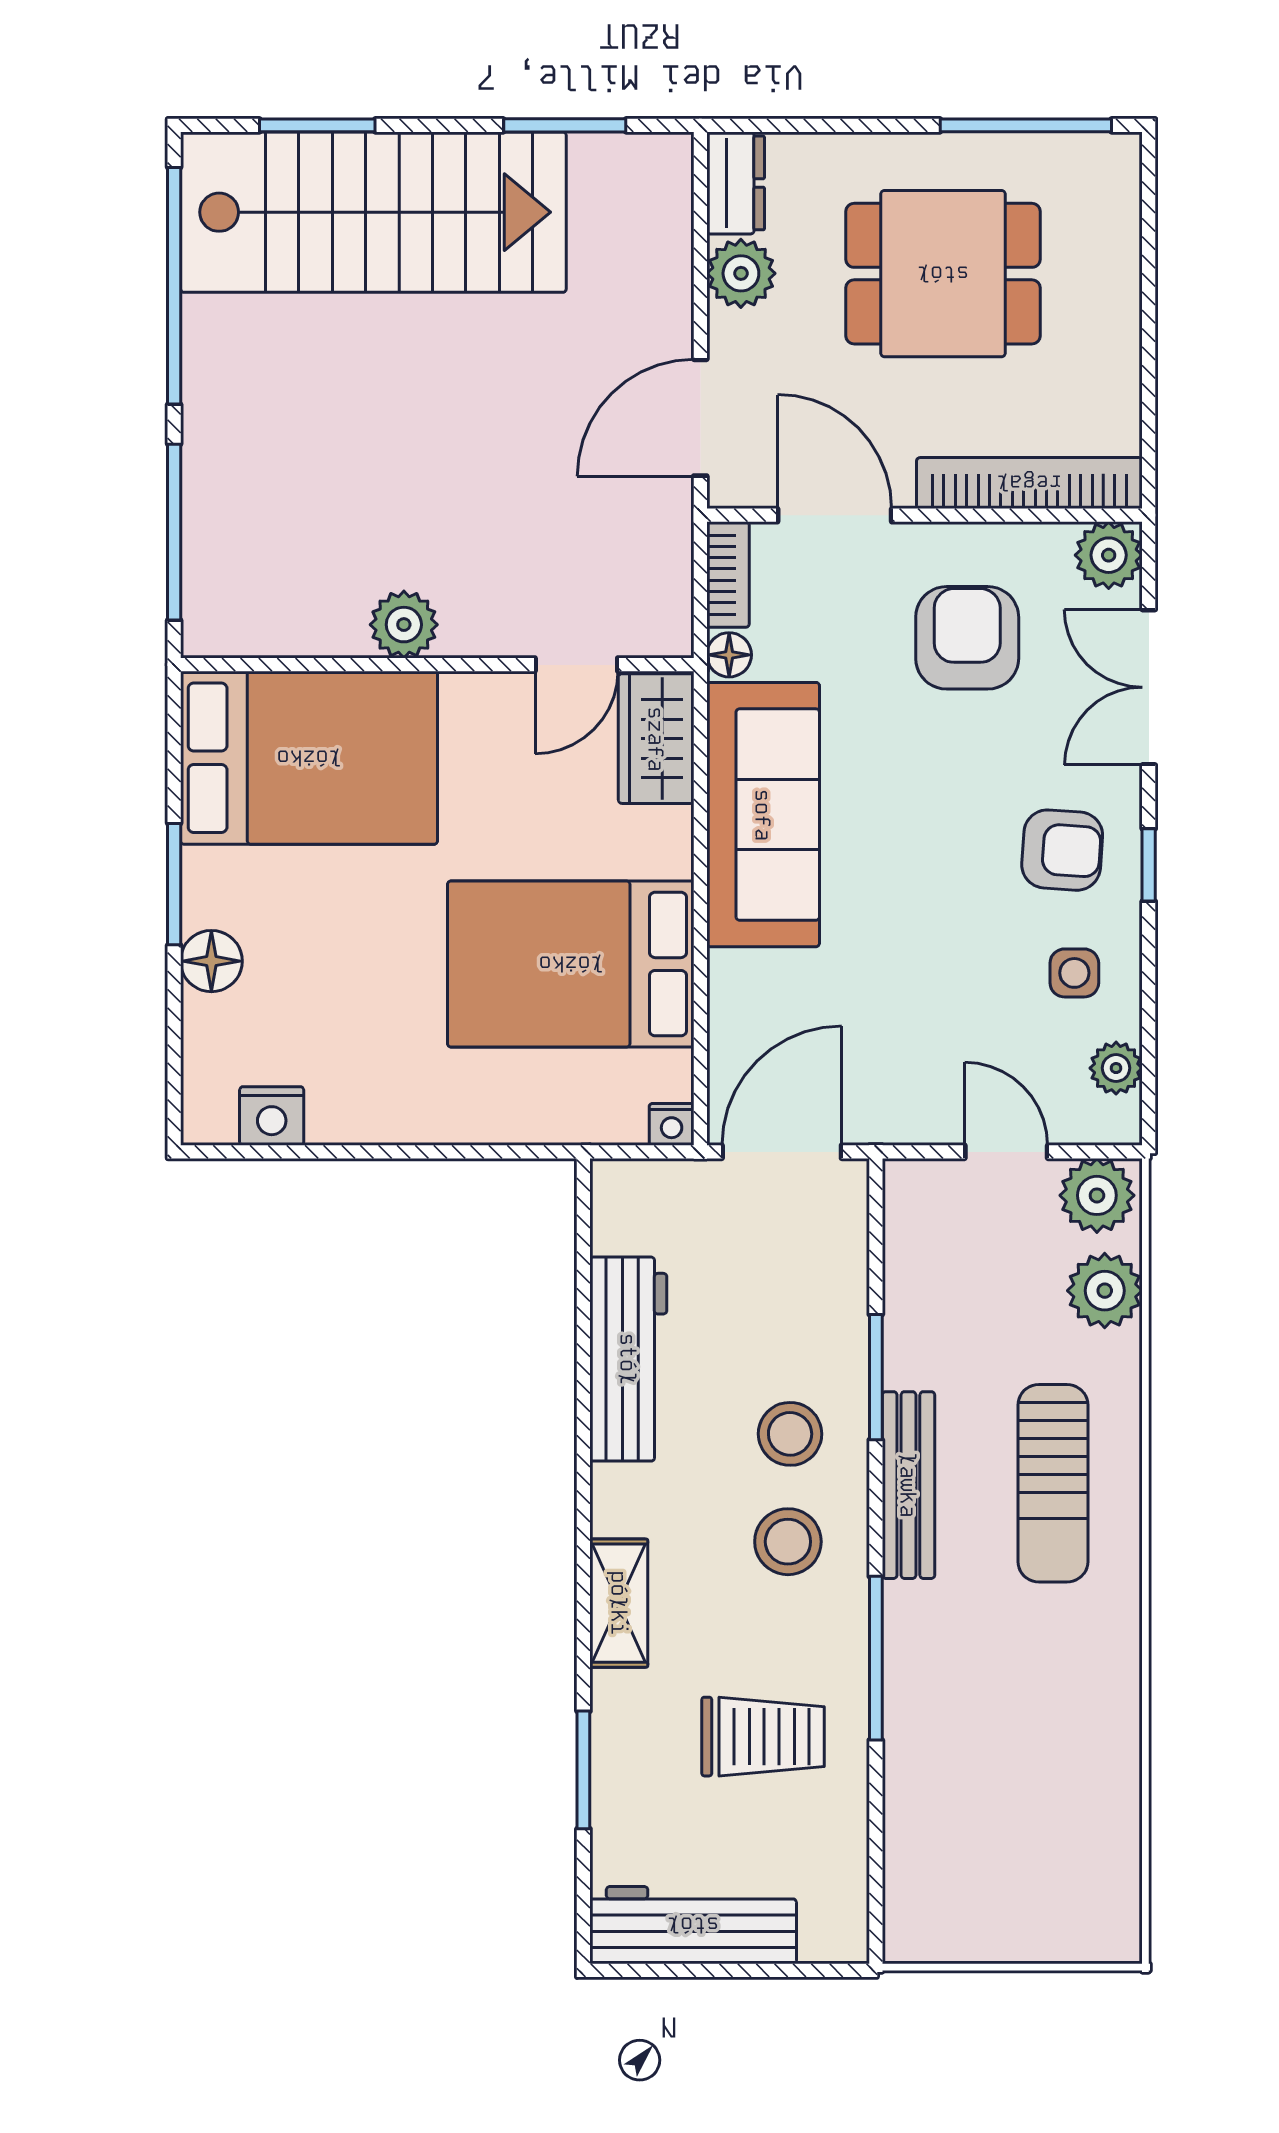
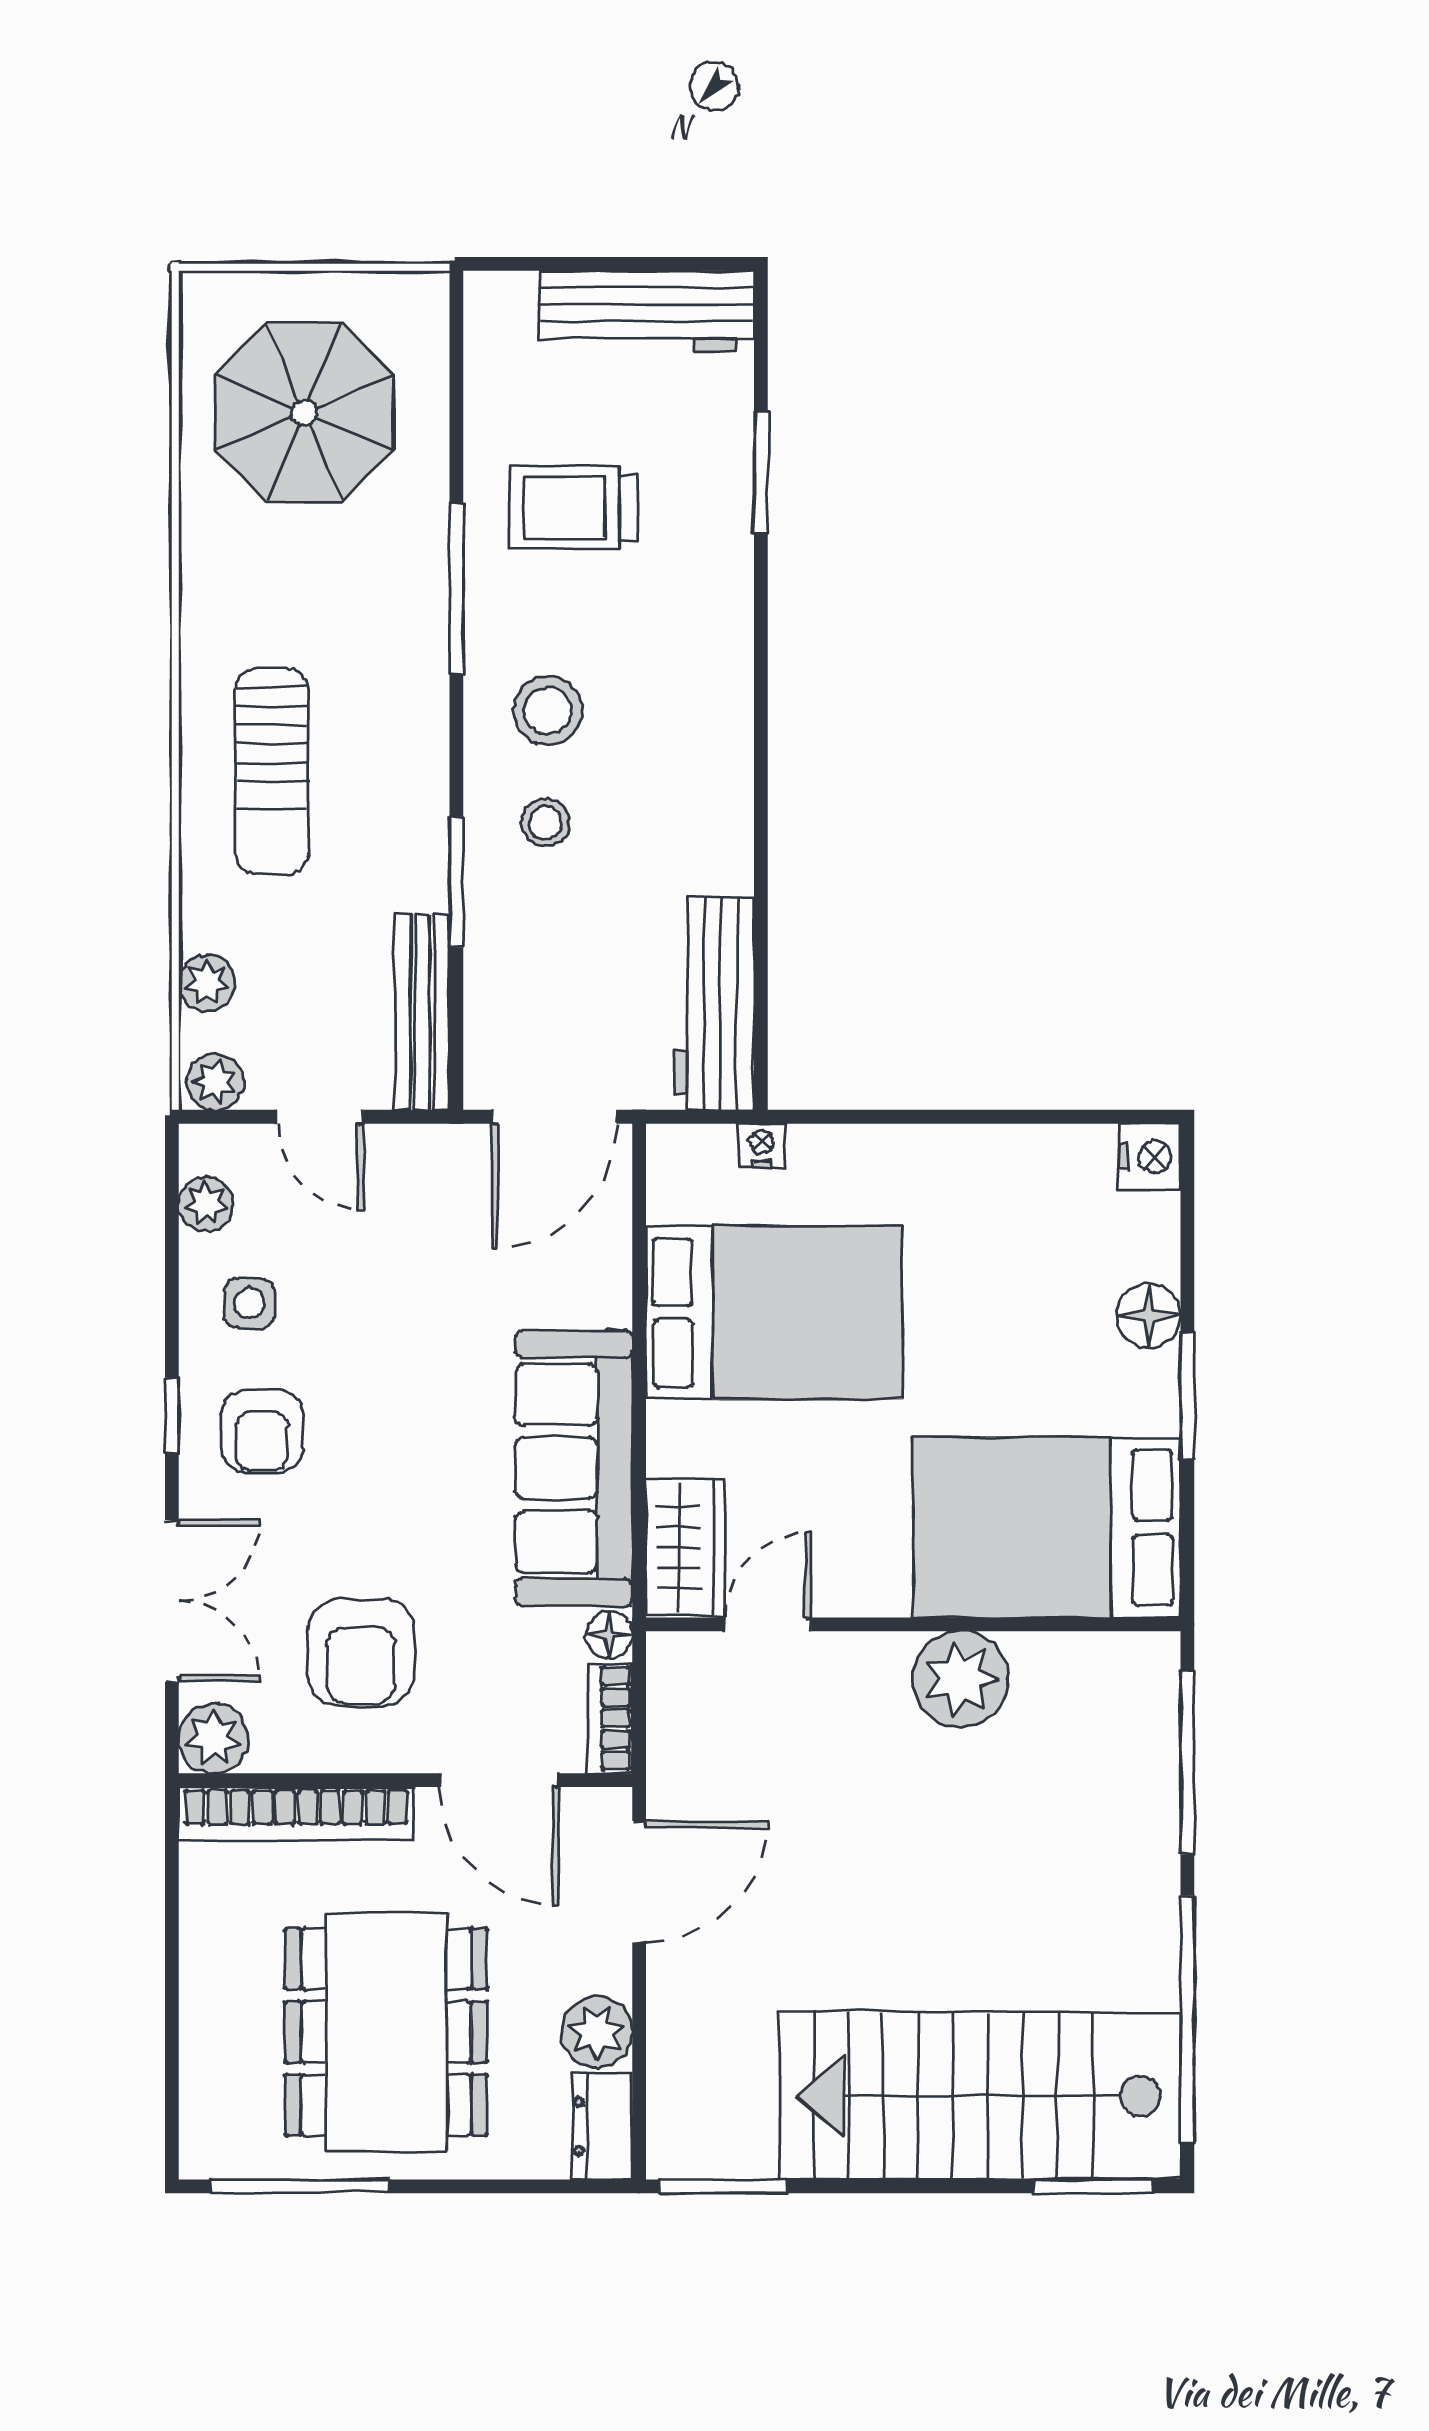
window: (317, 125) -> (1093, 2186), moved
window: (565, 125) -> (723, 2186), moved
dining table: (943, 274) -> (386, 2032), width x1.38
plant: (404, 625) -> (961, 1679), width x1.36, depth x1.36
armchair: (1062, 850) -> (262, 1431), turned -94
nightstand: (272, 1116) -> (1150, 1157), moved, turned 90
nightstand: (672, 1124) -> (762, 1145), moved
plant: (1097, 1195) -> (215, 1082), width x0.73, depth x0.73
plant: (1105, 1291) -> (207, 983), width x0.73, depth x0.73
workbench: (628, 1359) -> (714, 1004), moved
stool: (790, 1434) -> (546, 823), width x0.73, depth x0.73
sun lounger: (1053, 1483) -> (272, 771), turned 180
bench: (908, 1485) -> (422, 1012), moved
shelving: (619, 1603) -> (724, 647), removed
parasol: (1021, 1828) -> (304, 413), added

